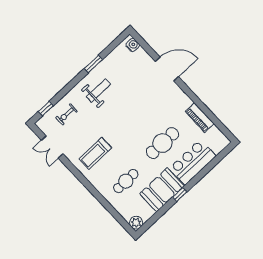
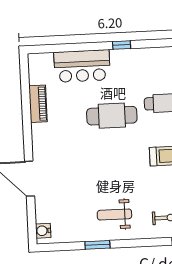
cafe table: (162, 143) -> (112, 116), moved
booth: (162, 190) -> (135, 64), removed

